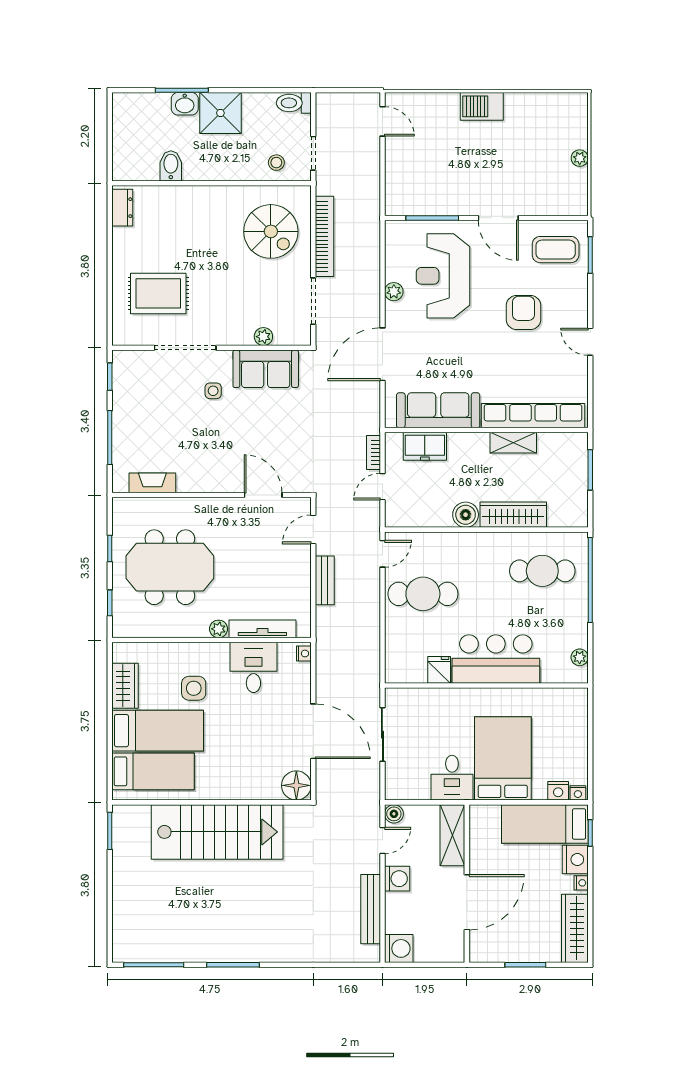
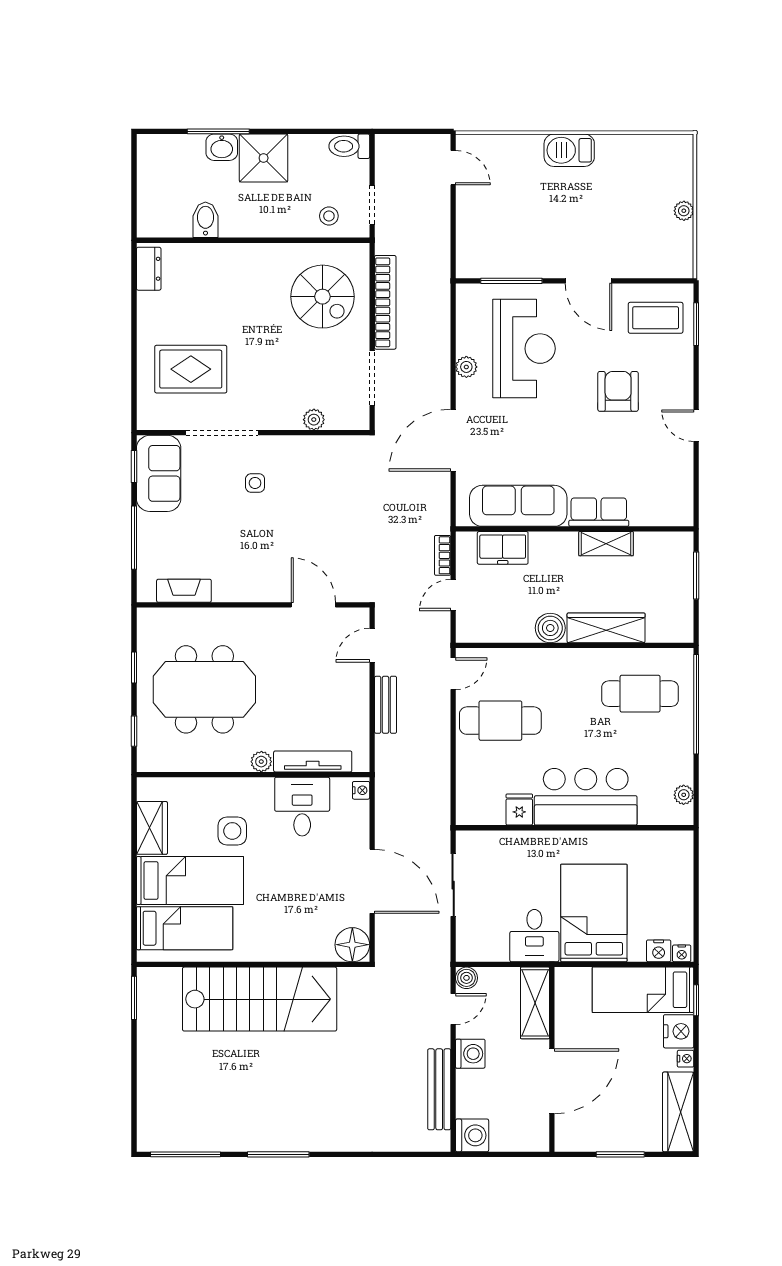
reception desk: (443, 276) -> (524, 349), turned 180
sofa: (266, 369) -> (159, 473), moved, turned -90
row of seats: (533, 416) -> (599, 512), width x0.50

